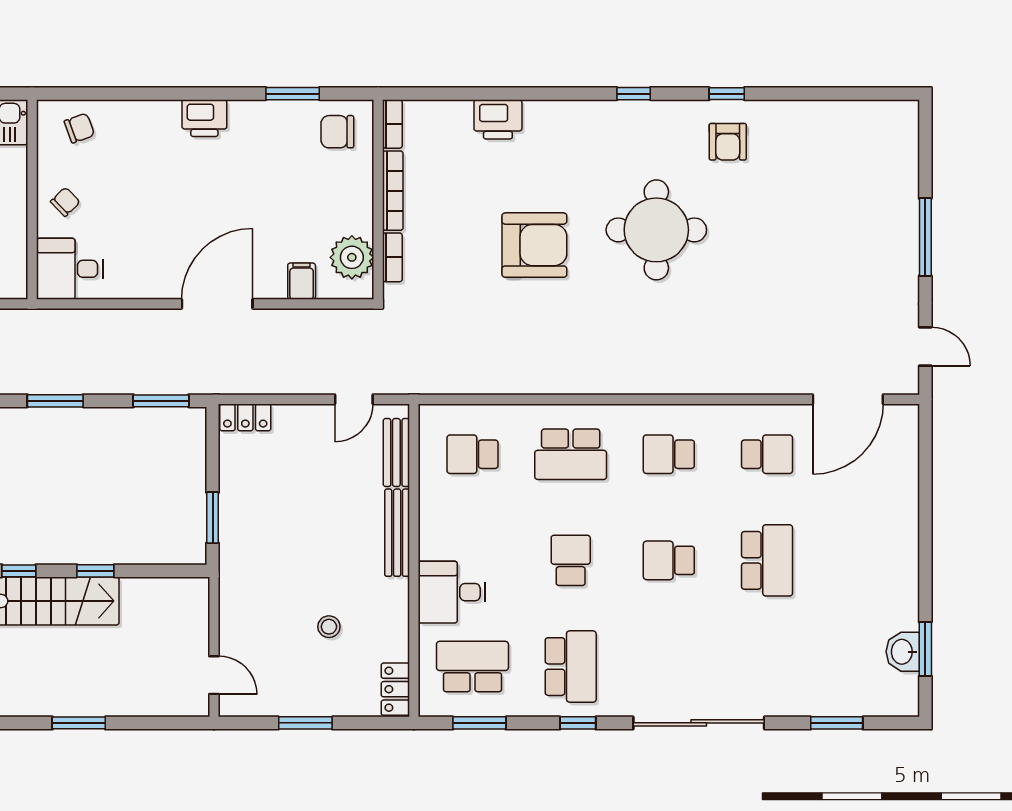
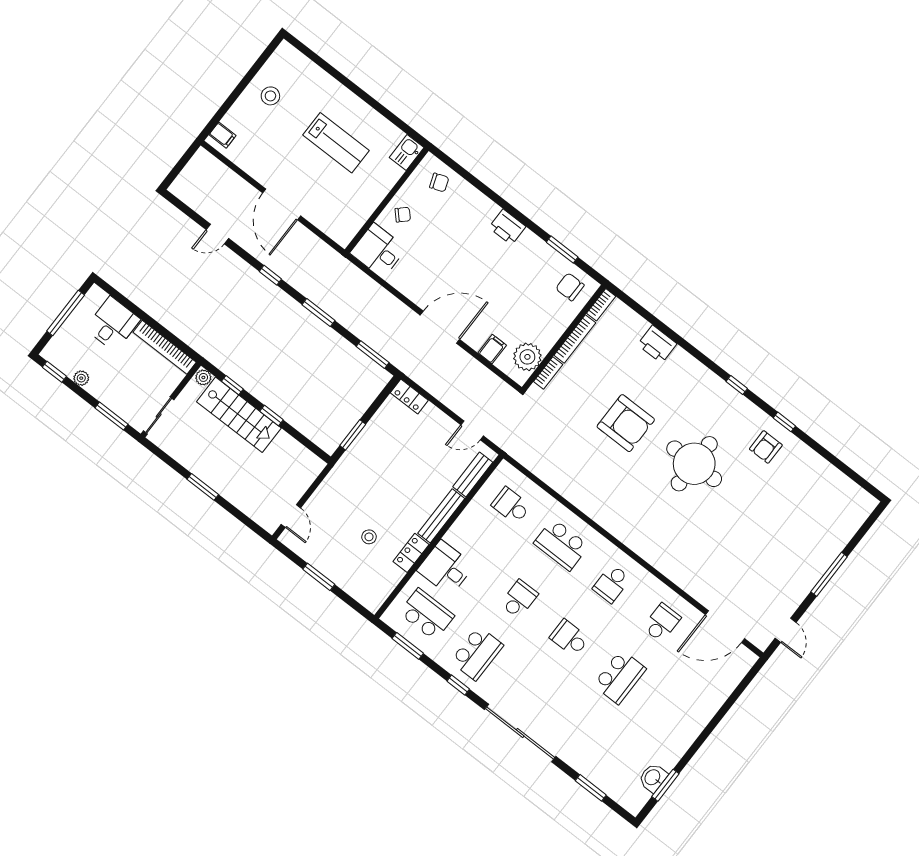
school desk: (669, 454) -> (612, 584), turned -90
school desk: (767, 454) -> (662, 623), turned -90
locker: (395, 689) -> (411, 553), moved

